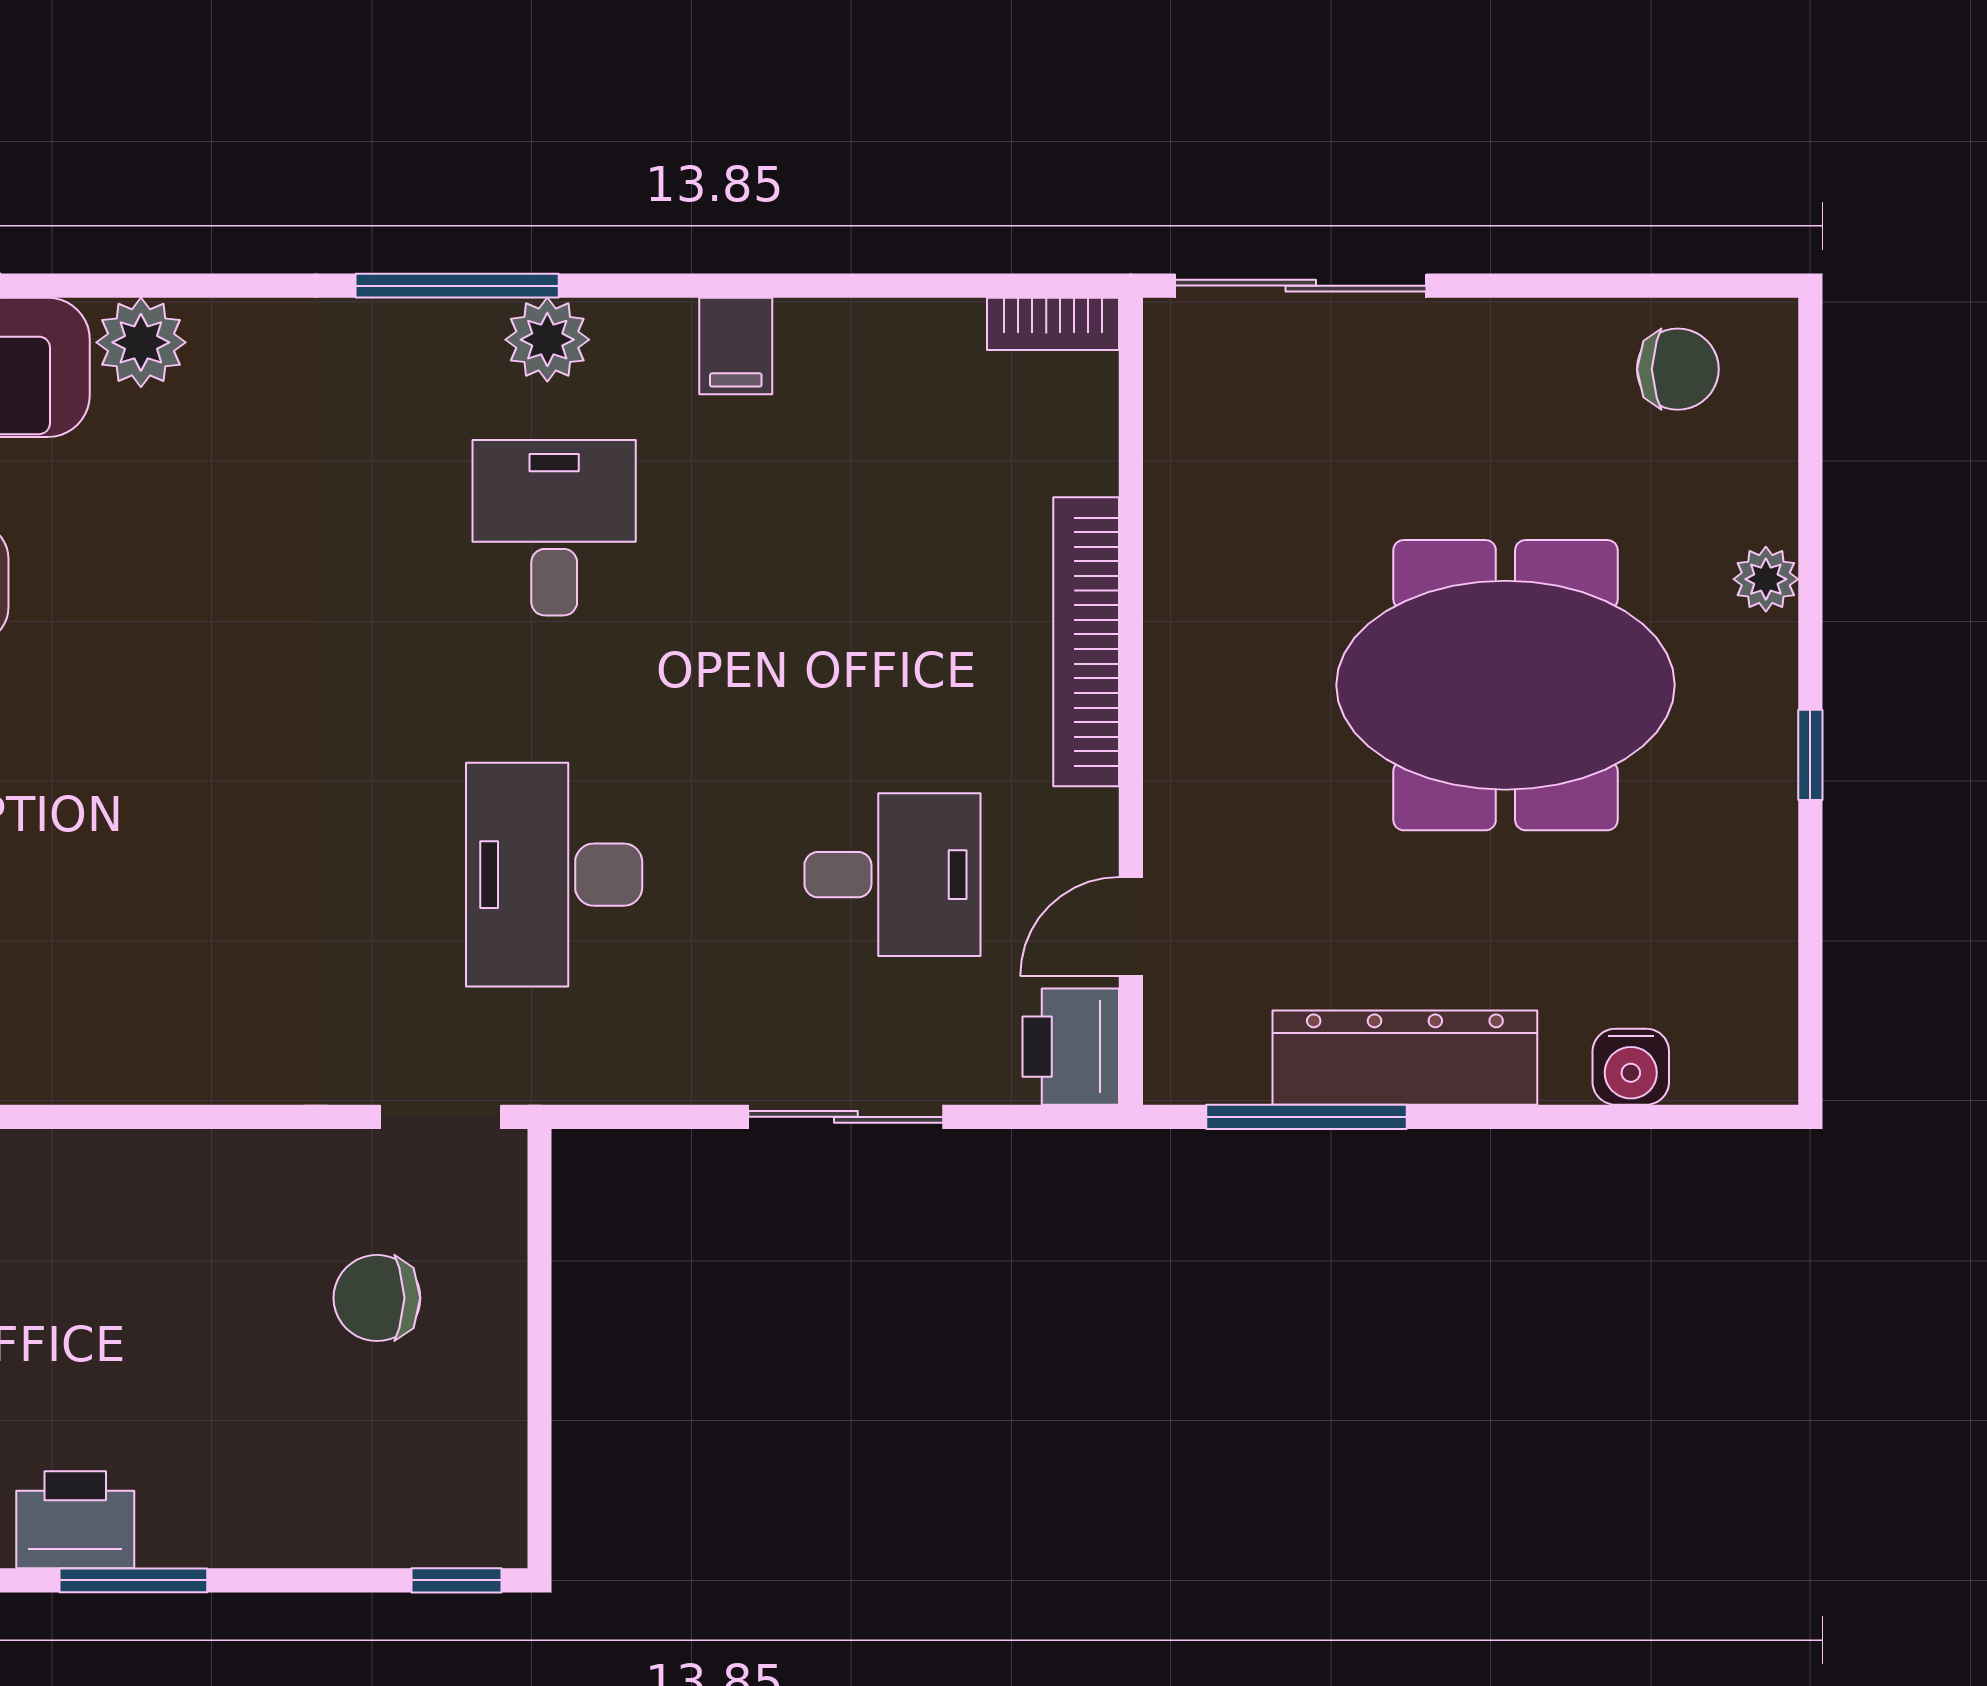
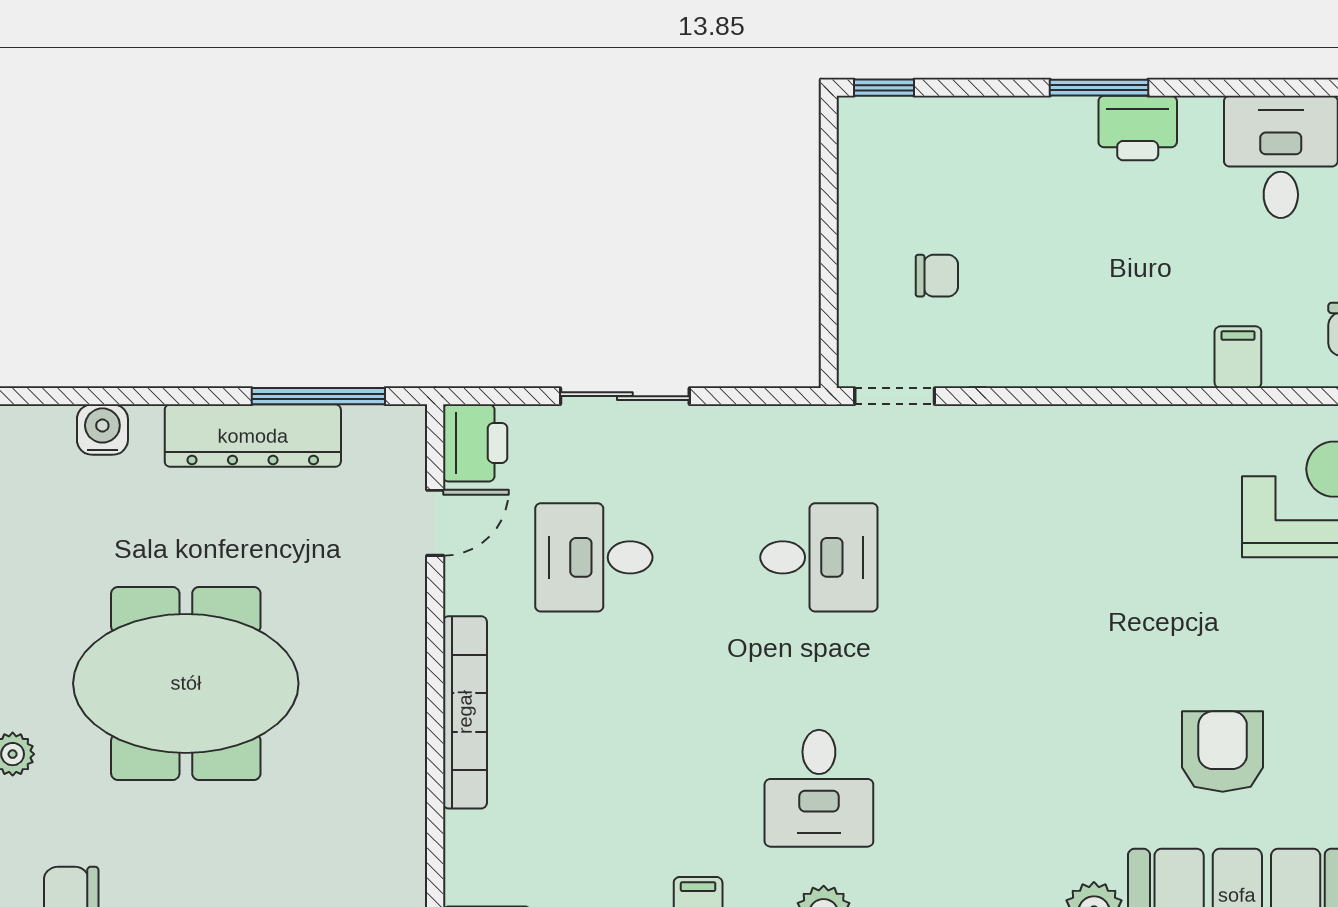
desk: (554, 875) -> (819, 557), width x0.73
chair: (377, 1298) -> (937, 276), width x0.73, depth x0.73

